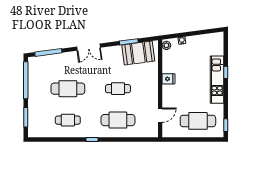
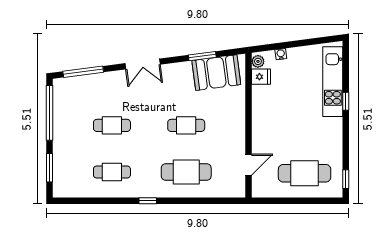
fridge: (168, 79) -> (261, 77), moved
kitchen unit: (217, 80) -> (333, 82), moved
cafe table: (68, 89) -> (112, 125), width x0.73, depth x0.74

